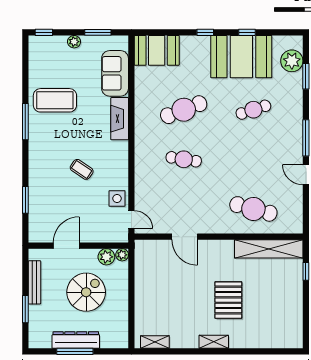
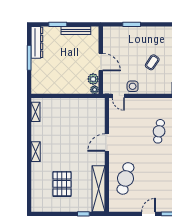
door: (131, 220) -> (118, 96), hinge flipped
door: (185, 237) -> (107, 143), moved
door: (66, 246) -> (101, 62), moved
spiral stairs: (86, 292) -> (69, 65), removed
pallet: (228, 300) -> (62, 184), moved, turned 90
dresser: (76, 340) -> (37, 42), moved

